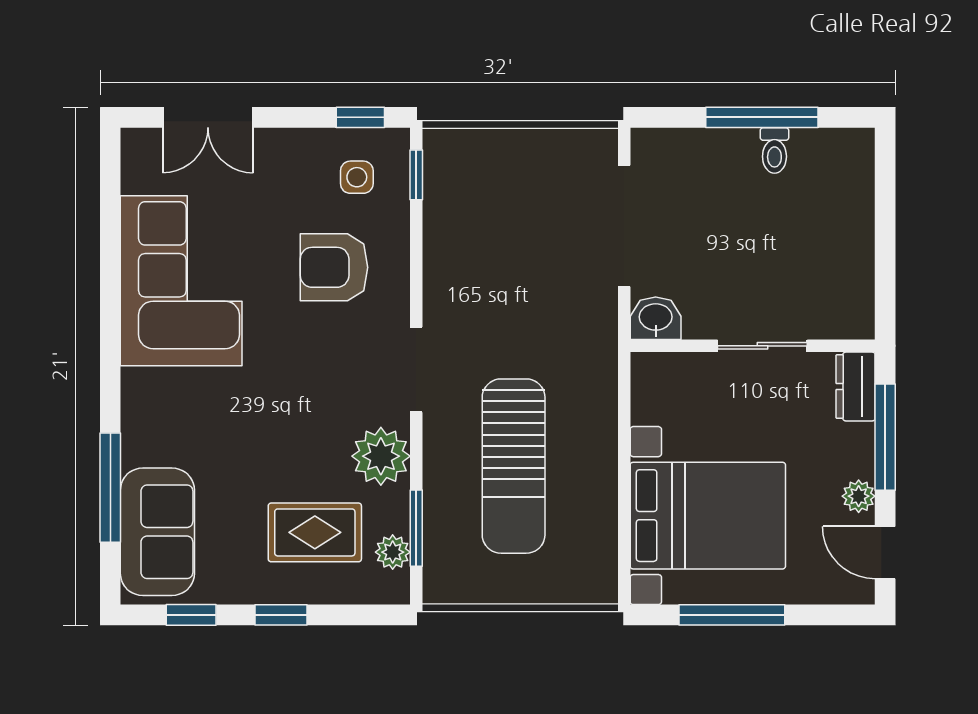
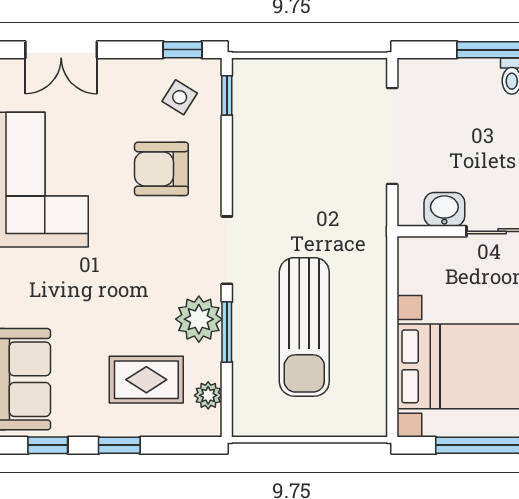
side table: (357, 177) -> (180, 97), turned 32
washbasin: (656, 318) -> (444, 209), moved
window: (416, 528) -> (227, 332), moved

